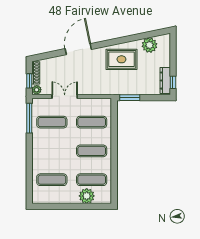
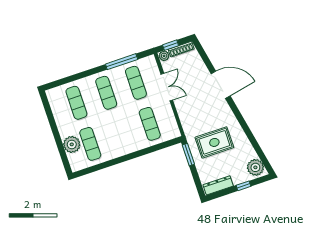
plant: (150, 45) -> (255, 167), moved
rug: (121, 59) -> (214, 142), moved, turned 90
window: (173, 82) -> (243, 186), moved
window: (29, 118) -> (122, 62), moved
exercise mat: (92, 151) -> (106, 93), moved

